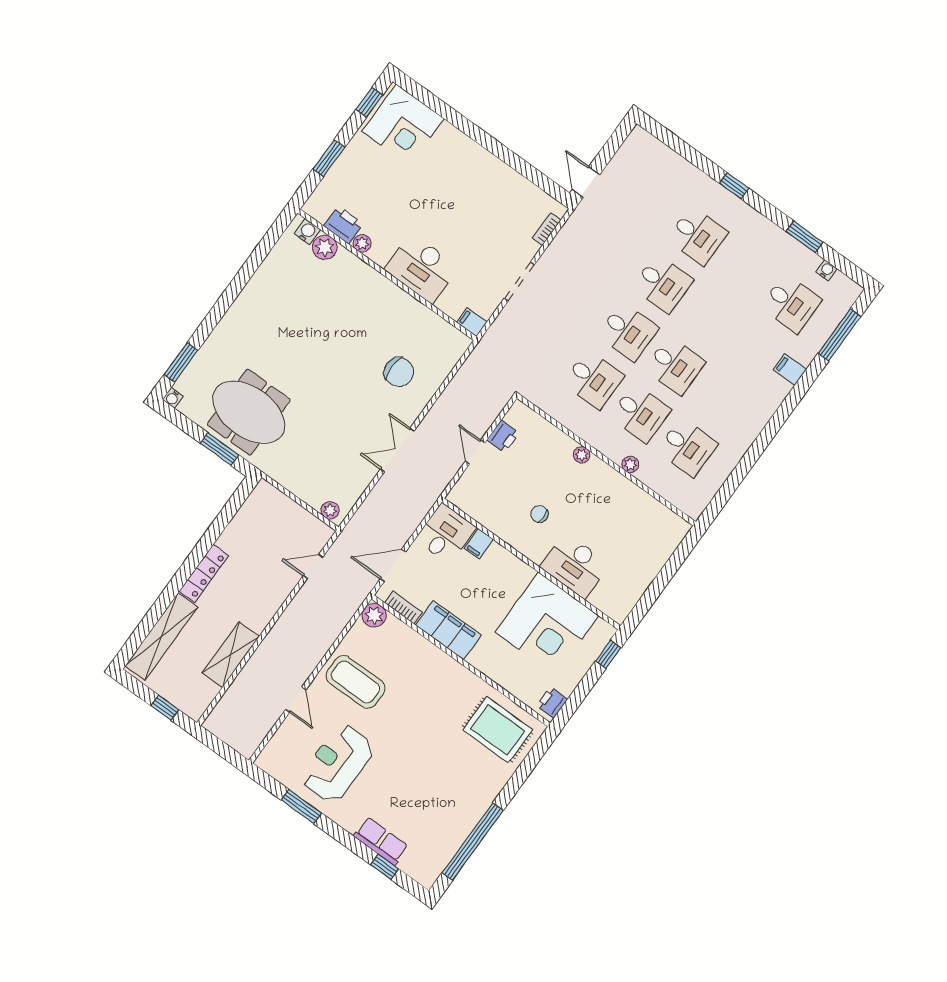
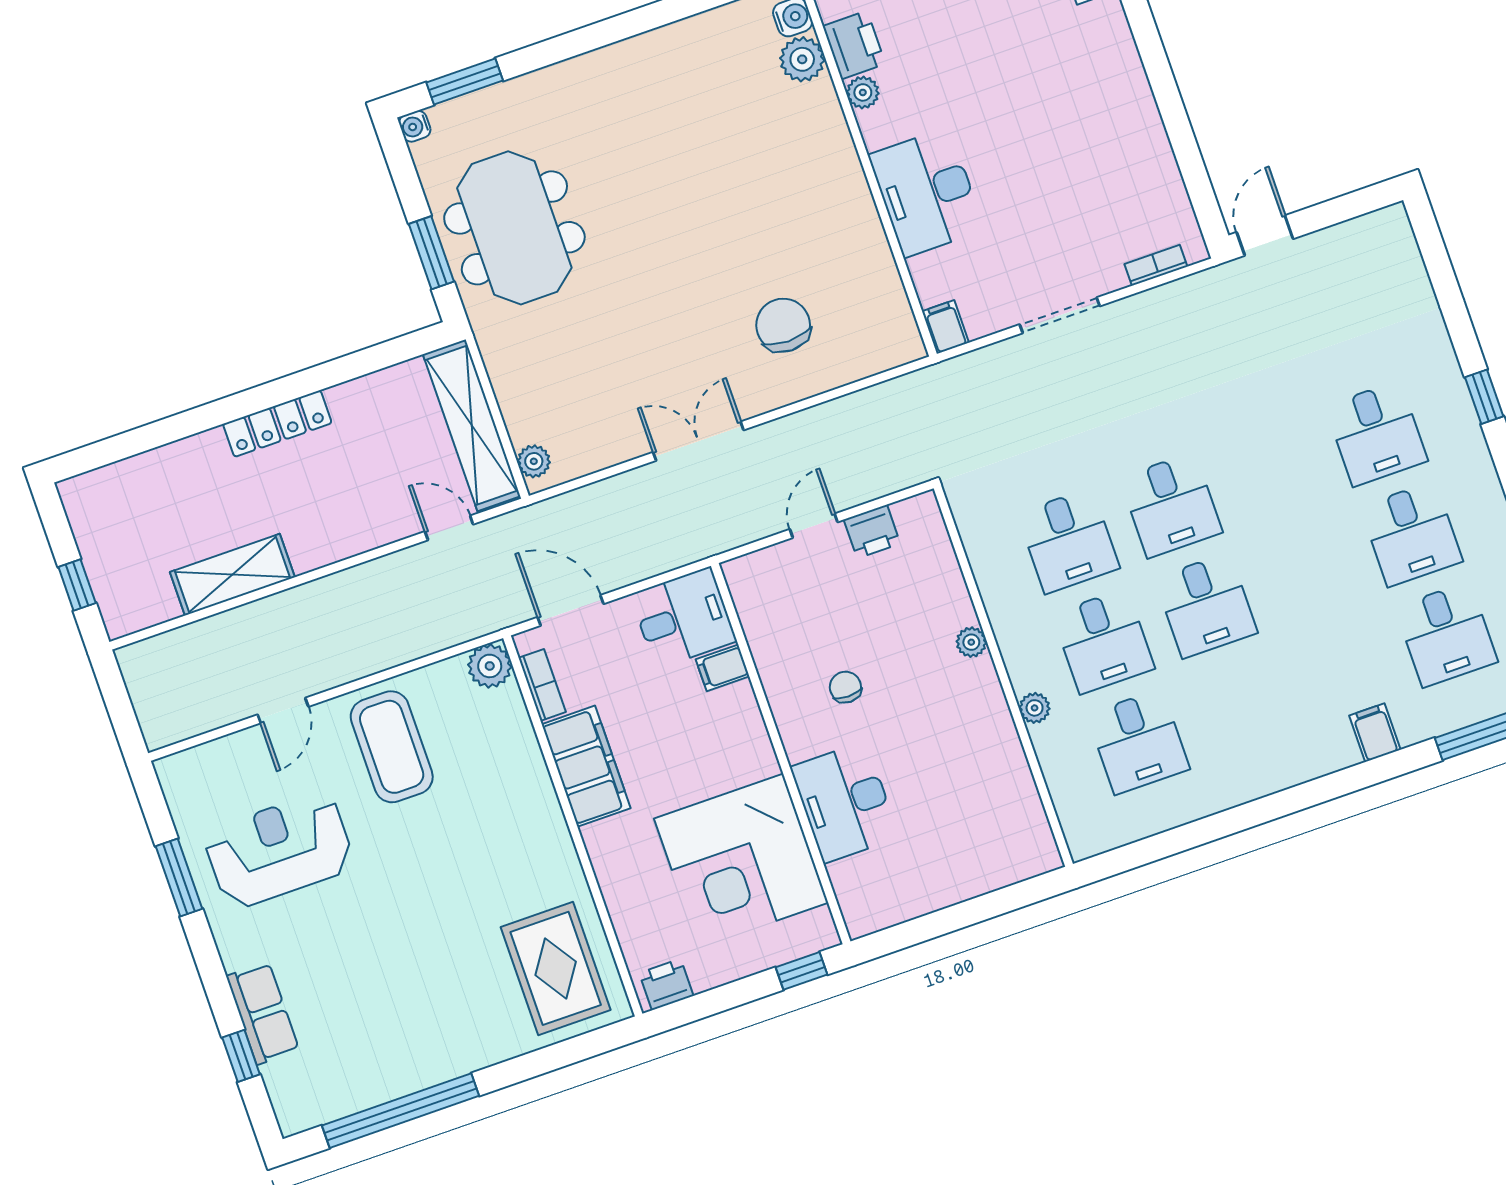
desk: (663, 284) -> (1411, 534), moved
chair: (399, 372) -> (783, 325), turned 180
shelving: (161, 637) -> (472, 425), moved, turned 90

